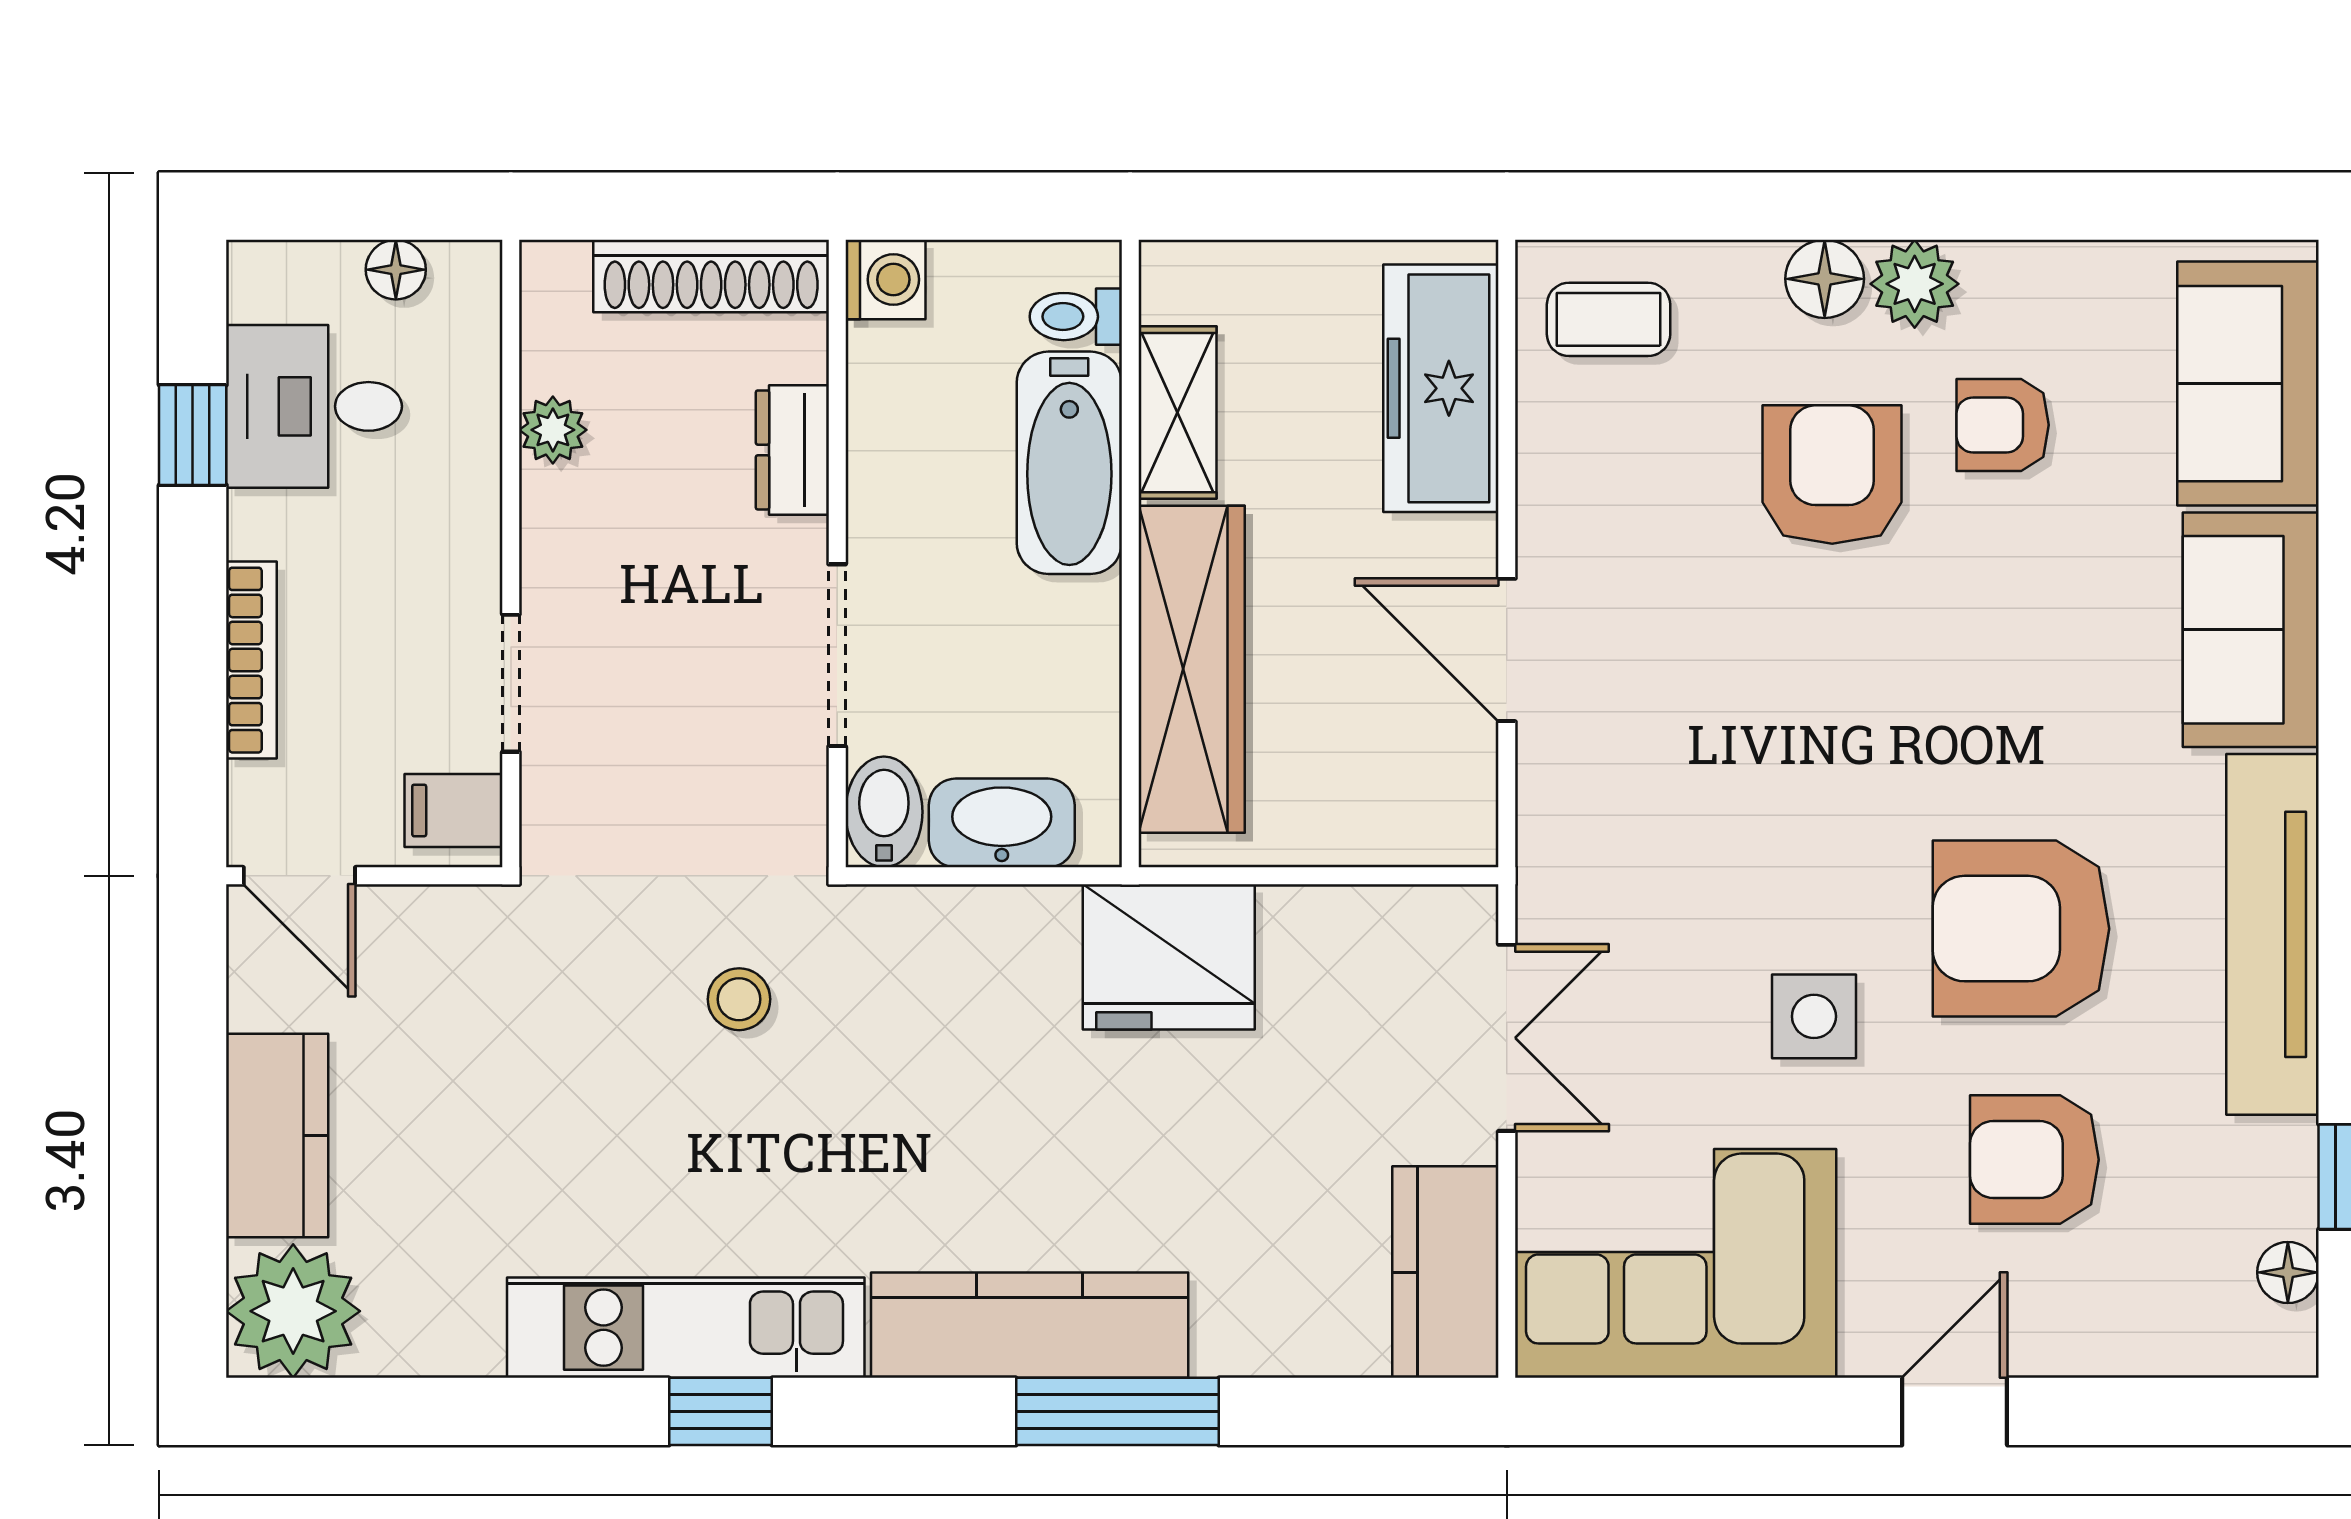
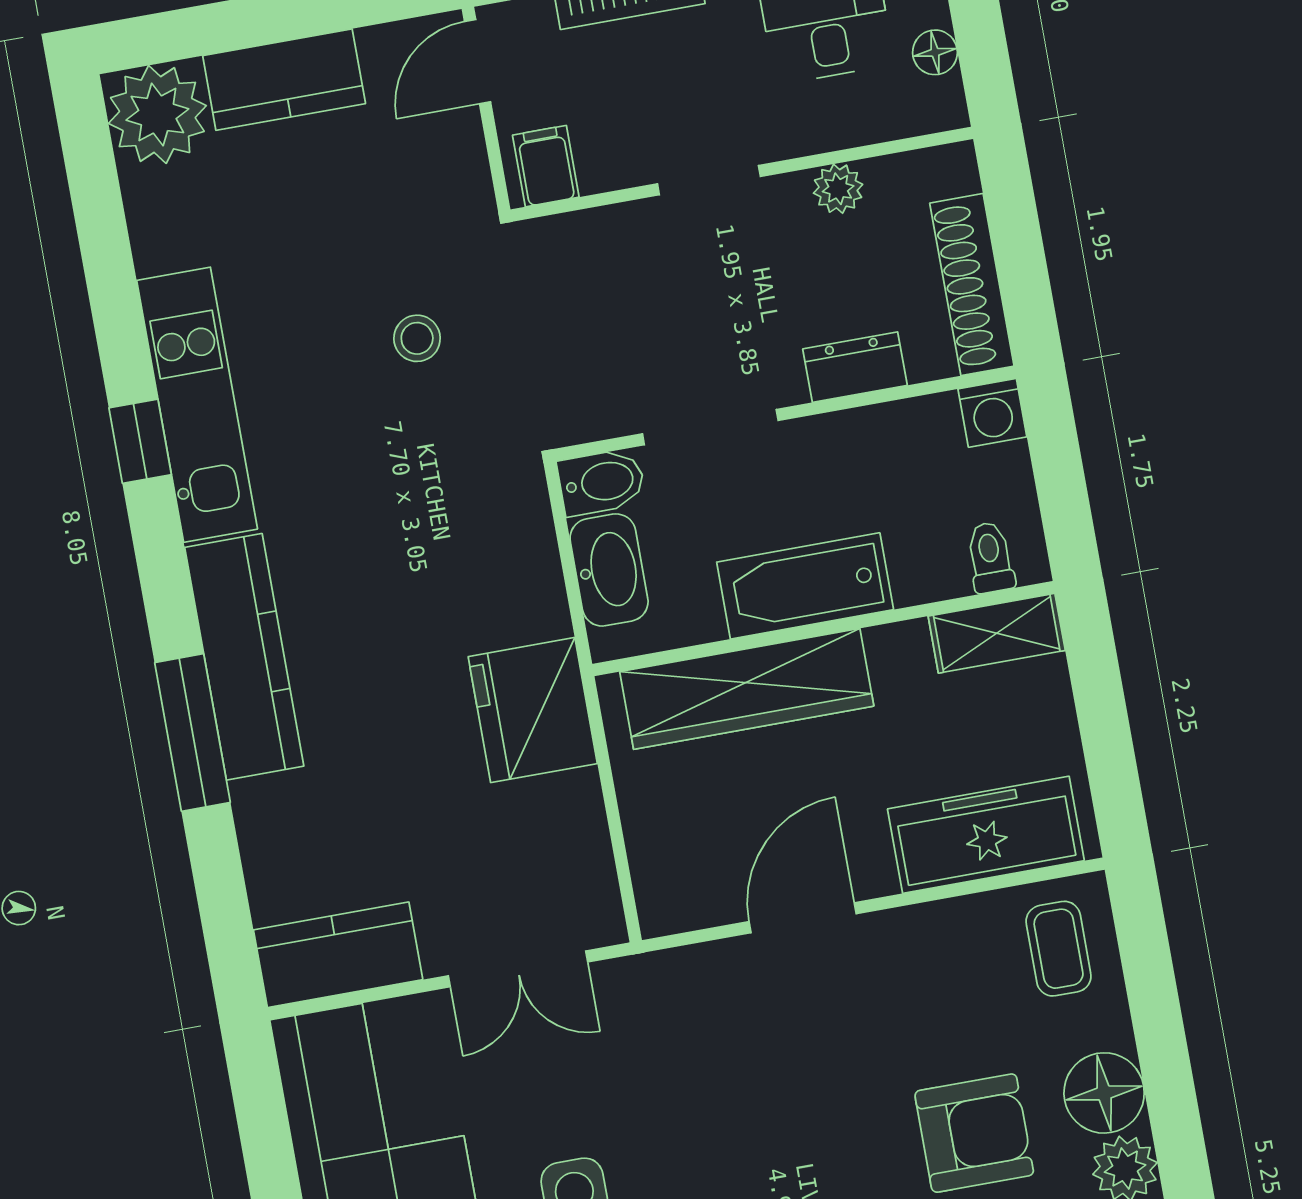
floor lamp: (1825, 279) -> (1104, 1093), width x1.38, depth x1.38
shelving: (1177, 413) -> (997, 633), moved
bathtub: (1069, 463) -> (805, 586), moved
doorway: (511, 683) -> (709, 180), moved
stool: (739, 999) -> (417, 338), moved

